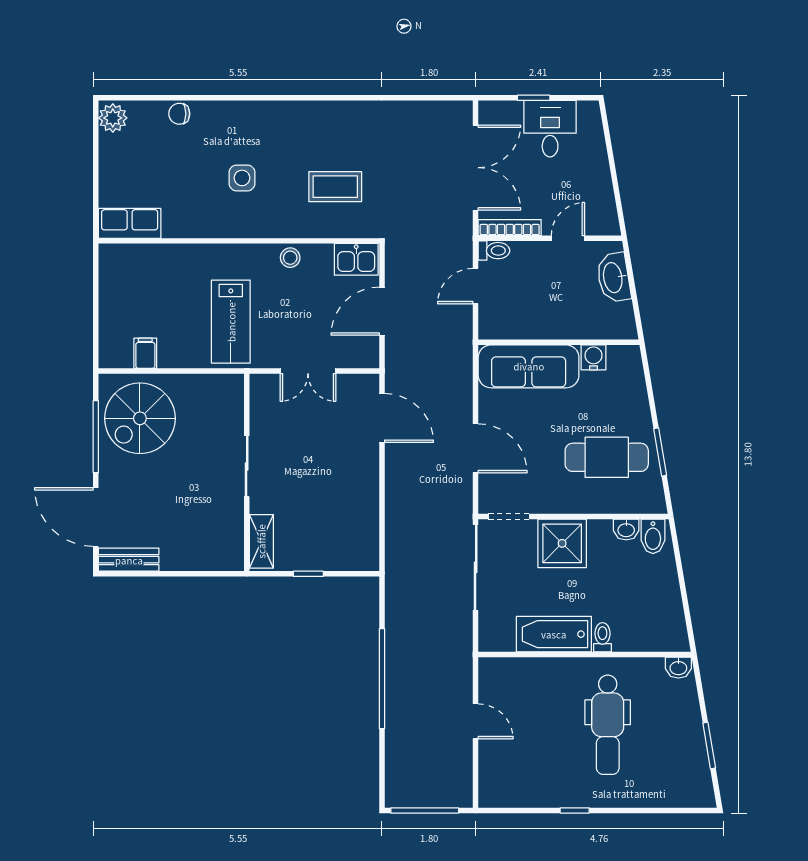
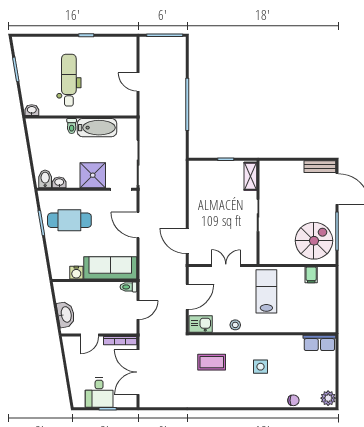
toilet: (494, 251) -> (128, 287), moved

